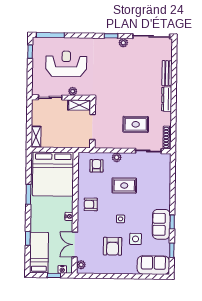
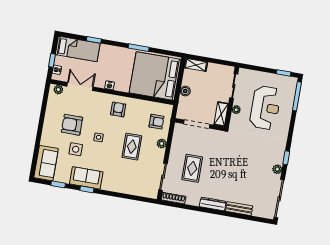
boiler: (63, 143) -> (185, 91), added

